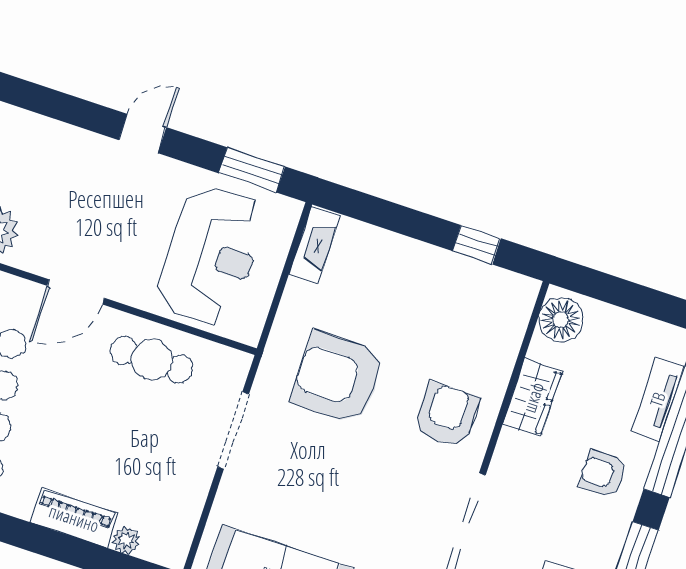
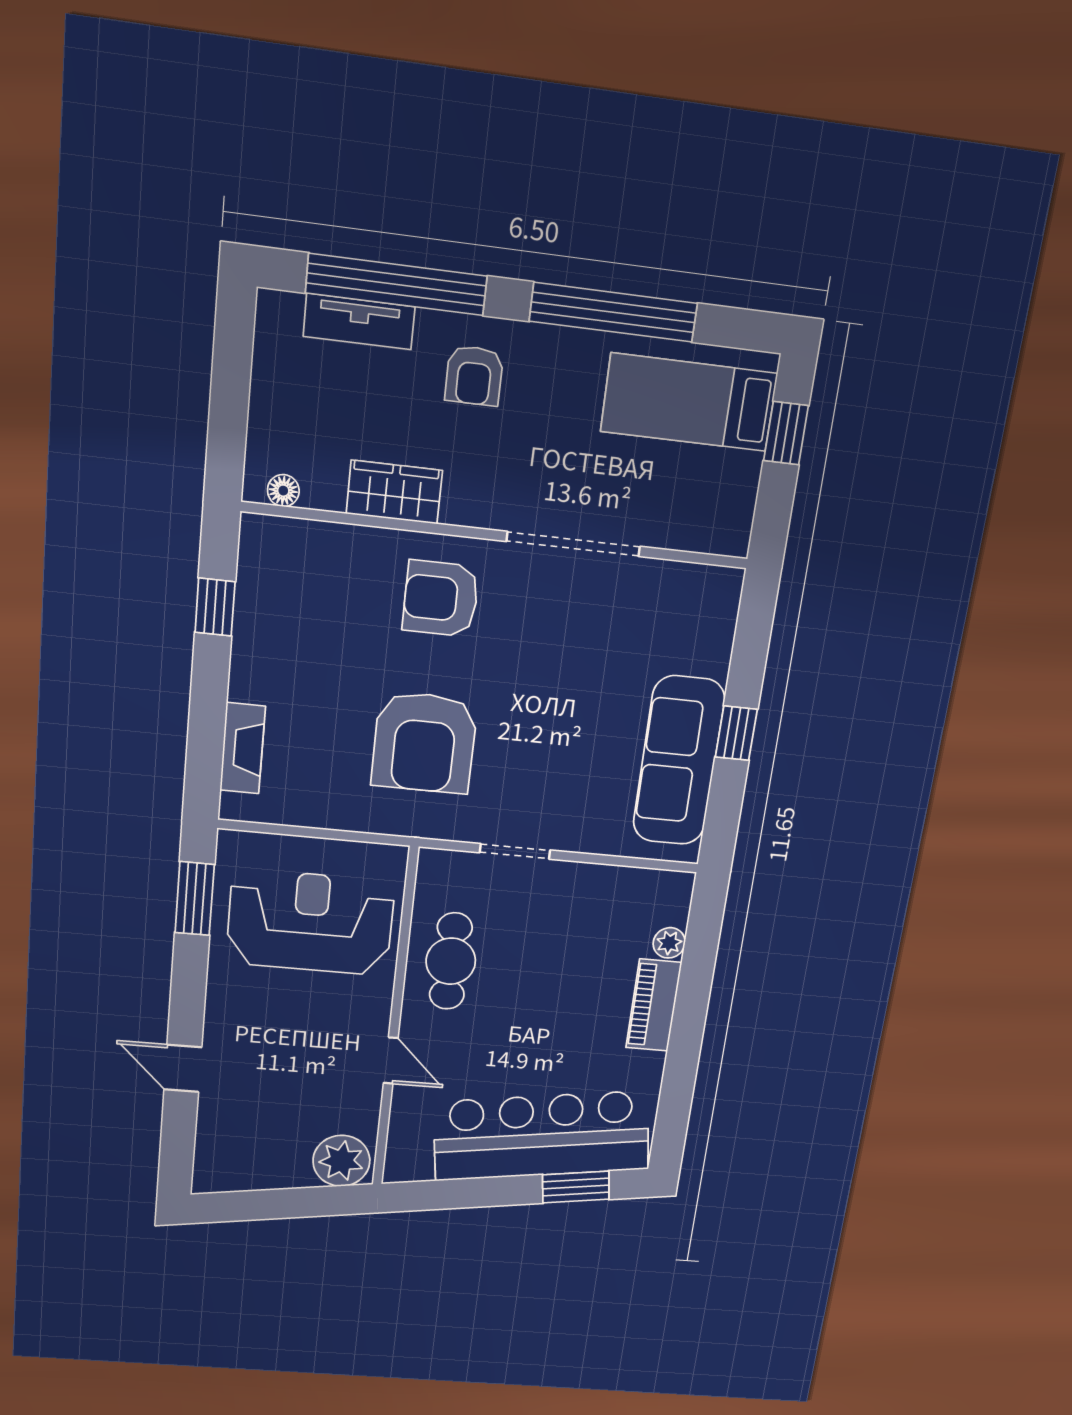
door: (142, 134) -> (183, 1068), moved
fireplace: (315, 245) -> (243, 748), moved, turned 90
door: (76, 292) -> (391, 1061), width x0.73
floor lamp: (561, 320) -> (283, 491), width x0.53, depth x0.53
doorway: (233, 430) -> (515, 851), width x0.73

